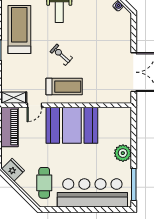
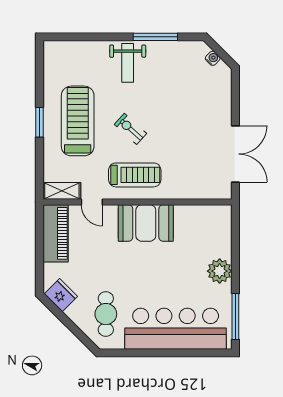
treadmill: (19, 30) -> (78, 121), moved
door: (35, 105) -> (92, 202), hinge flipped
booth: (72, 125) -> (146, 223), width x0.73, depth x0.70

